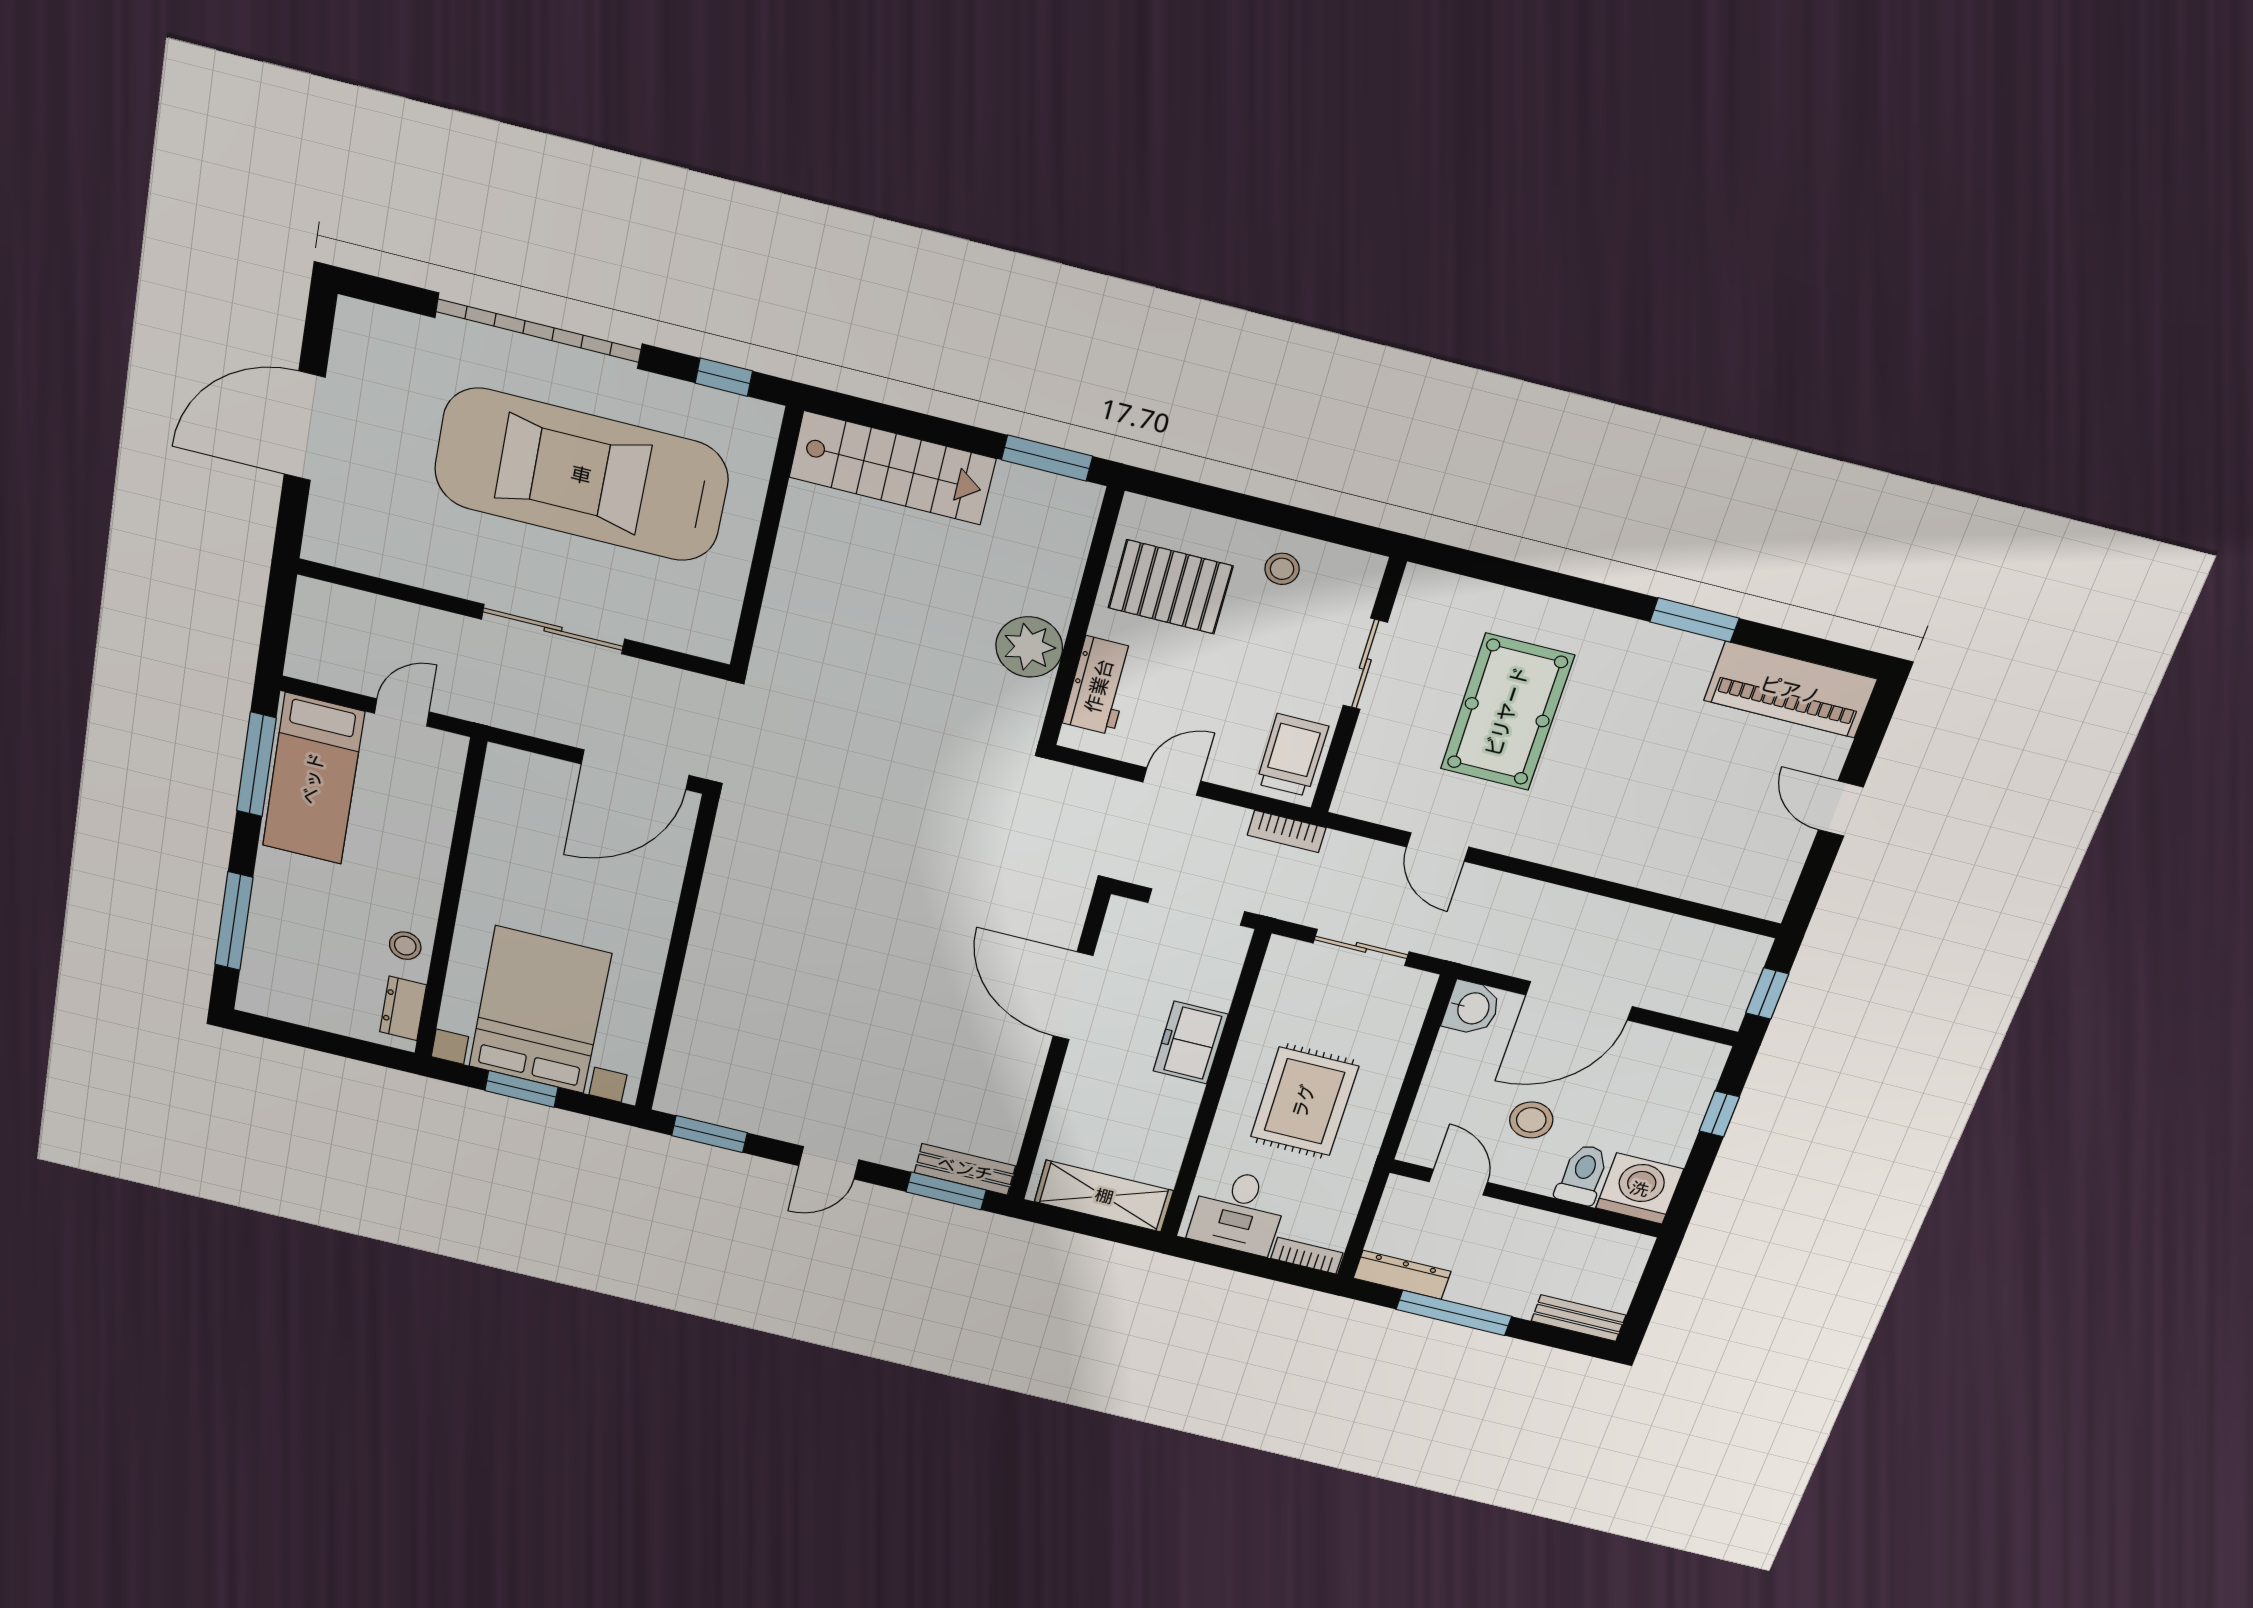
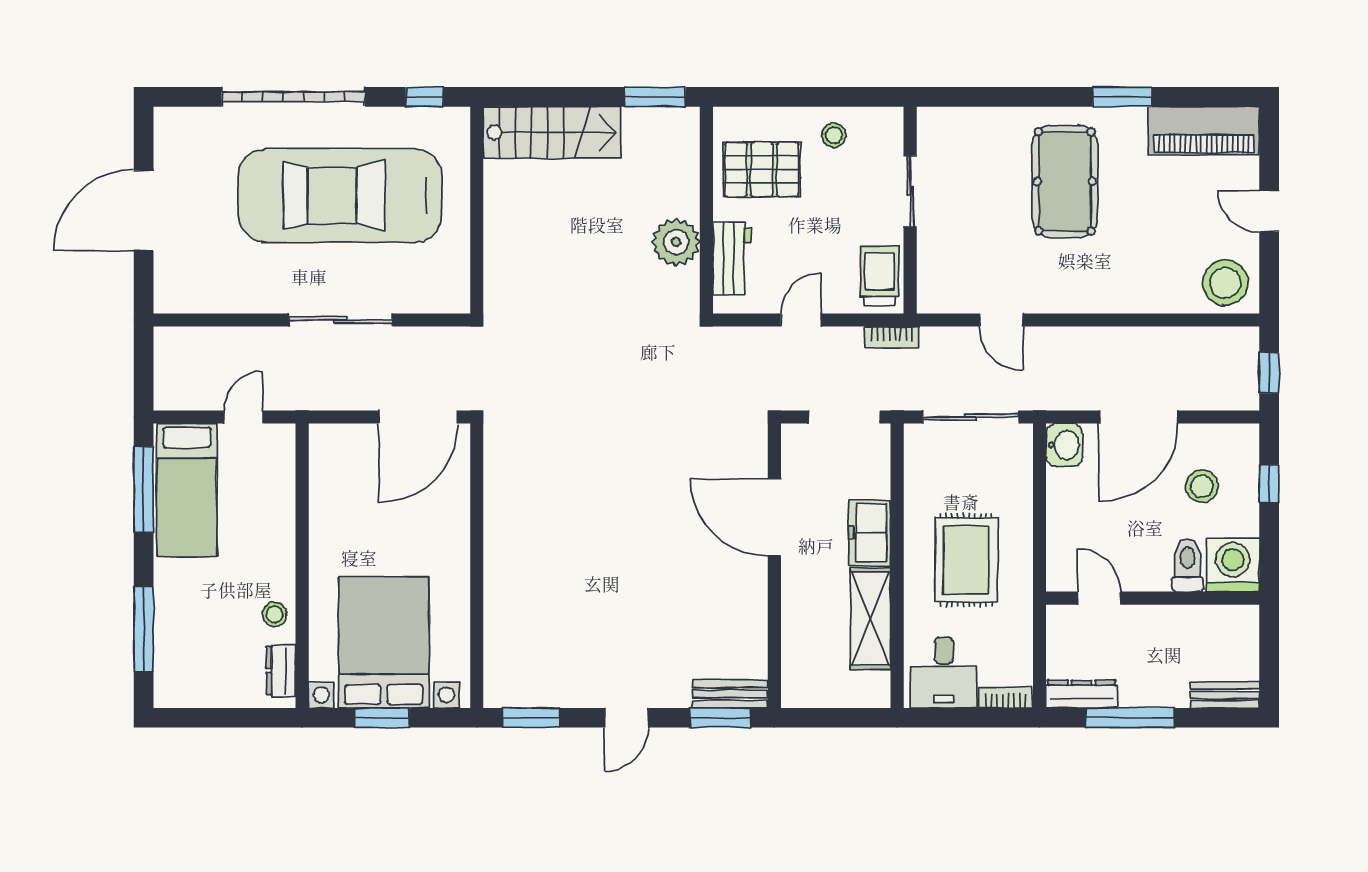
pool table: (1507, 712) -> (1065, 181), moved
stool: (1750, 877) -> (1225, 283), added
sliding door: (1361, 947) -> (971, 417), width x1.37
stool: (1531, 1120) -> (1202, 486), moved
shelving: (1104, 1196) -> (870, 619), moved, turned 90

